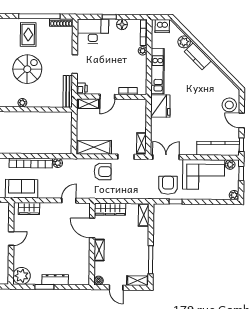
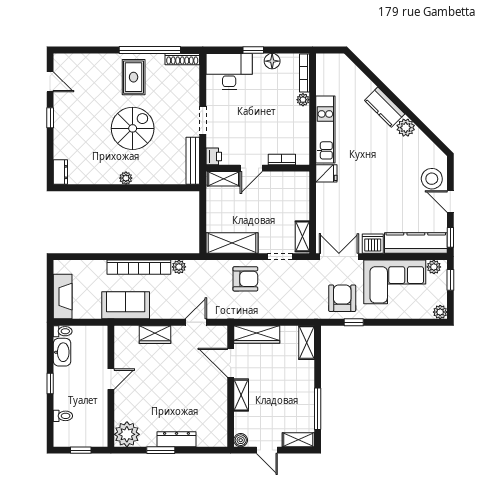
dishwasher: (162, 26) -> (373, 244), moved, turned 180
plant: (184, 42) -> (406, 128), moved
fridge: (160, 106) -> (326, 173), width x0.53, depth x0.75
wardrobe: (29, 209) -> (155, 335), moved

